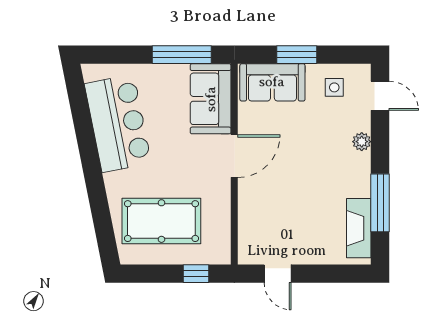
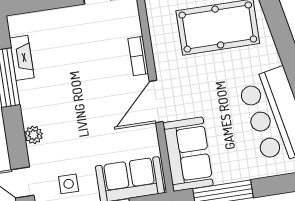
bookcase: (245, 204) -> (138, 56), added
fireplace: (359, 228) -> (22, 58), width x0.73, depth x0.76

